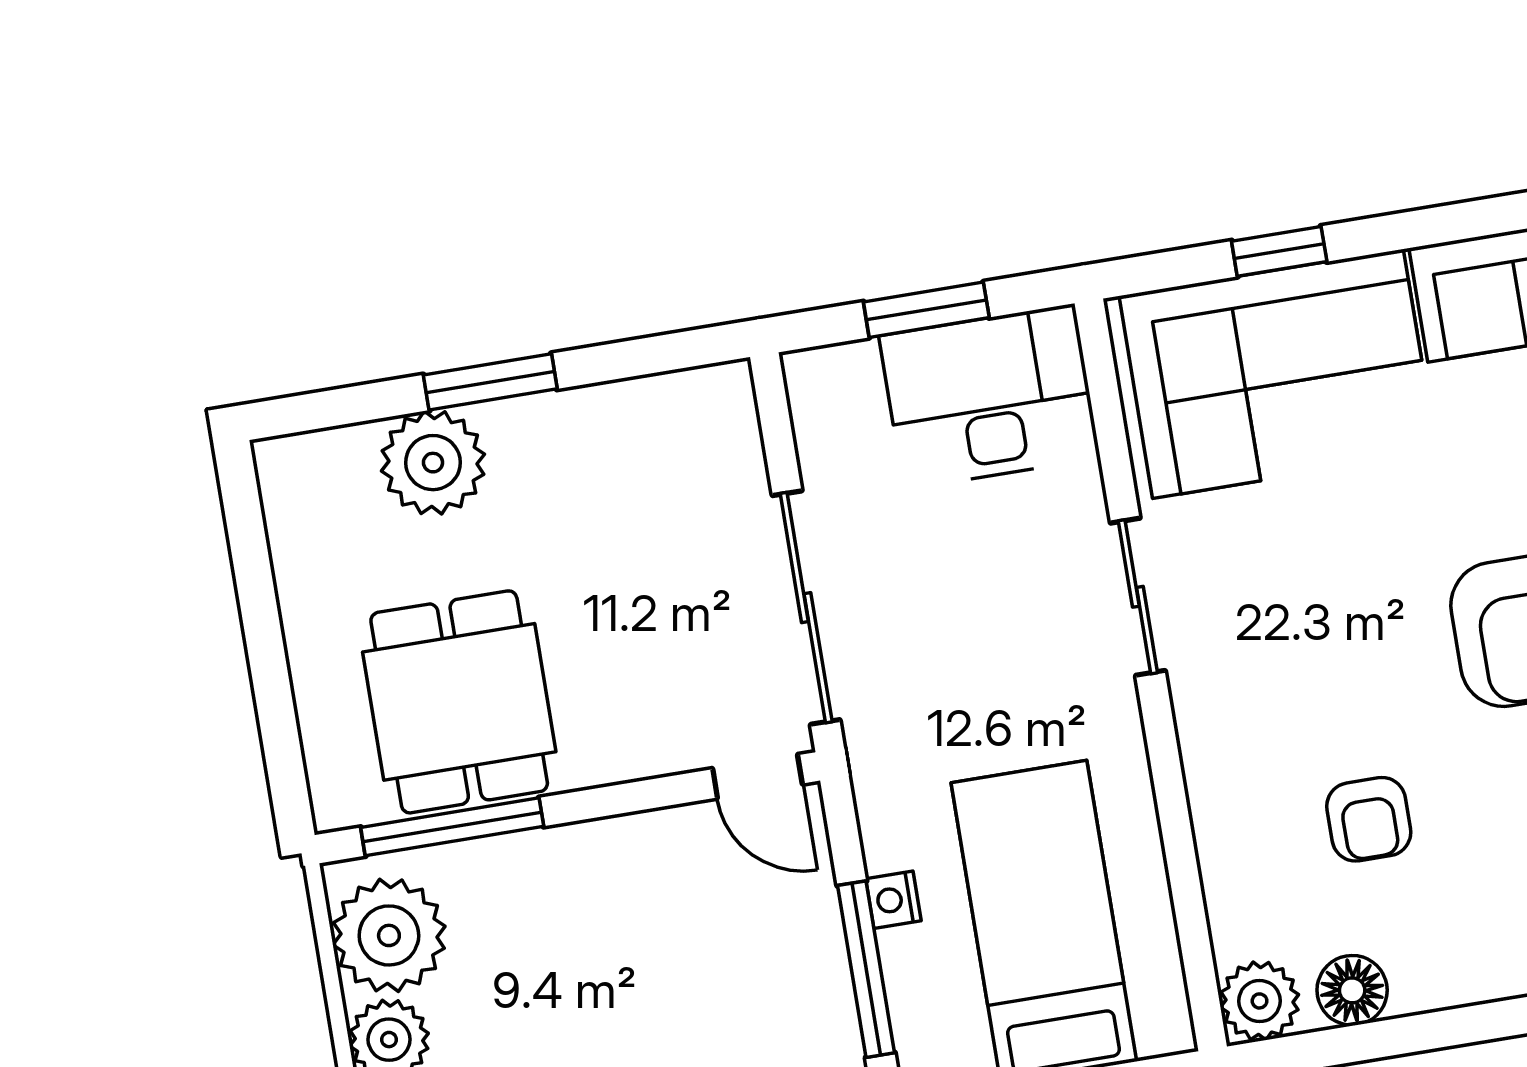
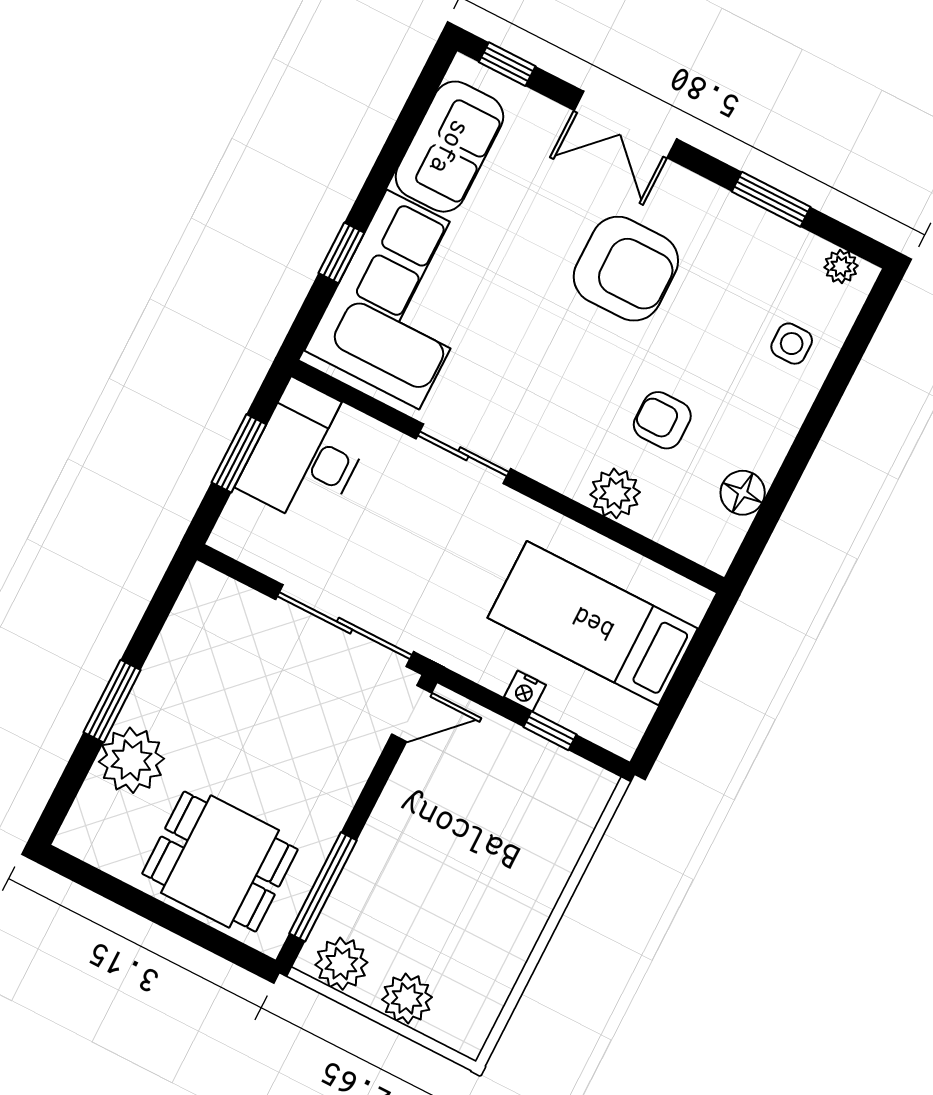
dining table: (459, 702) -> (220, 862), moved
armchair: (1369, 819) -> (662, 420), turned 180
plant: (389, 935) -> (341, 964), width x0.73, depth x0.73
window: (866, 969) -> (550, 731), width x0.46
plant: (1260, 1001) -> (615, 493), moved

